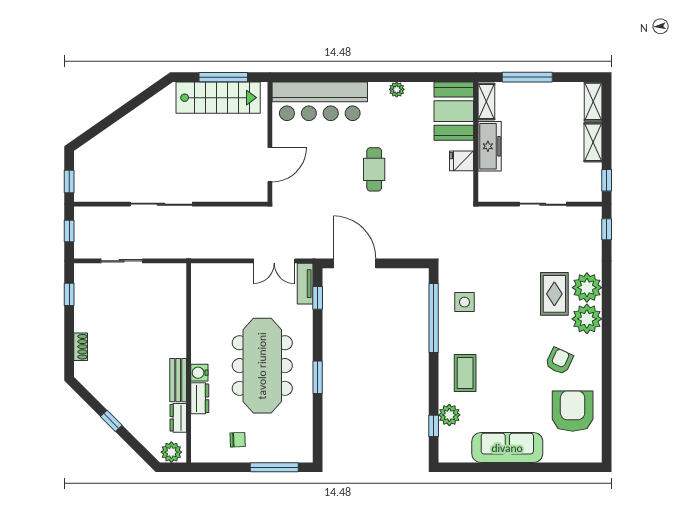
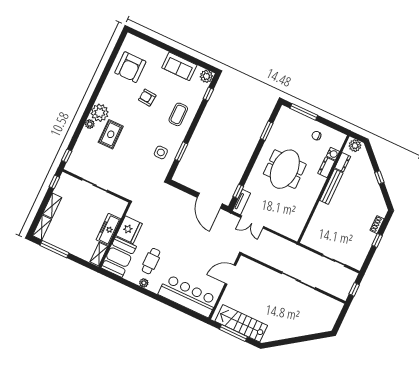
window: (527, 77) -> (54, 249), moved
fridge: (462, 161) -> (129, 230), width x1.88, depth x1.34
cafe table: (374, 169) -> (151, 261), moved
window: (69, 182) -> (342, 316), removed
double door: (274, 261) -> (252, 222), swing flipped
plant: (587, 288) -> (90, 124), width x0.53, depth x0.53
window: (69, 294) -> (377, 240), moved
window: (434, 318) -> (181, 152), width x0.47
armchair: (559, 361) -> (147, 98), moved, turned 70
meeting table: (262, 366) -> (285, 169), width x0.73
water cooler: (199, 373) -> (333, 154), moved
window: (318, 377) -> (267, 131), moved
bench: (178, 380) -> (331, 187), width x1.36
plant: (449, 415) -> (206, 76), moved
sofa: (507, 448) -> (179, 66), width x0.73

